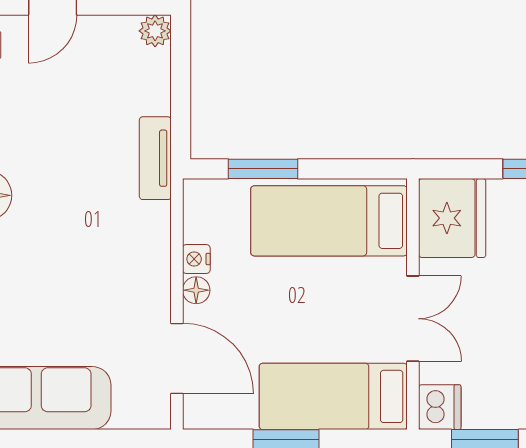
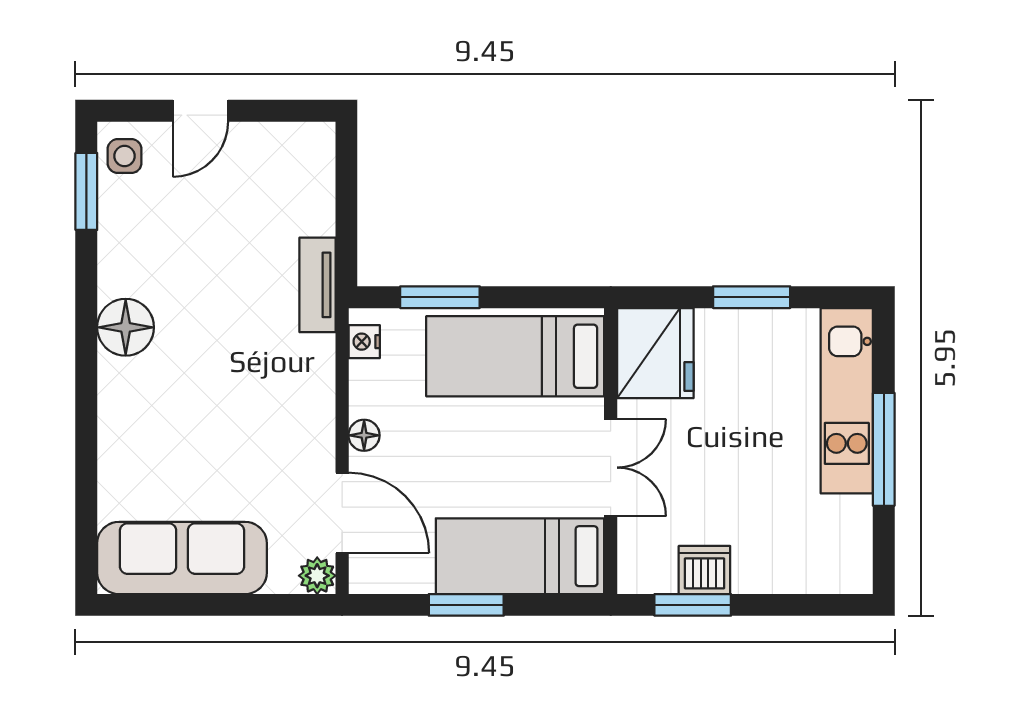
plant: (155, 31) -> (317, 576), moved
nightstand: (196, 259) -> (364, 342), moved
dishwasher: (440, 407) -> (704, 570), moved, turned -90

